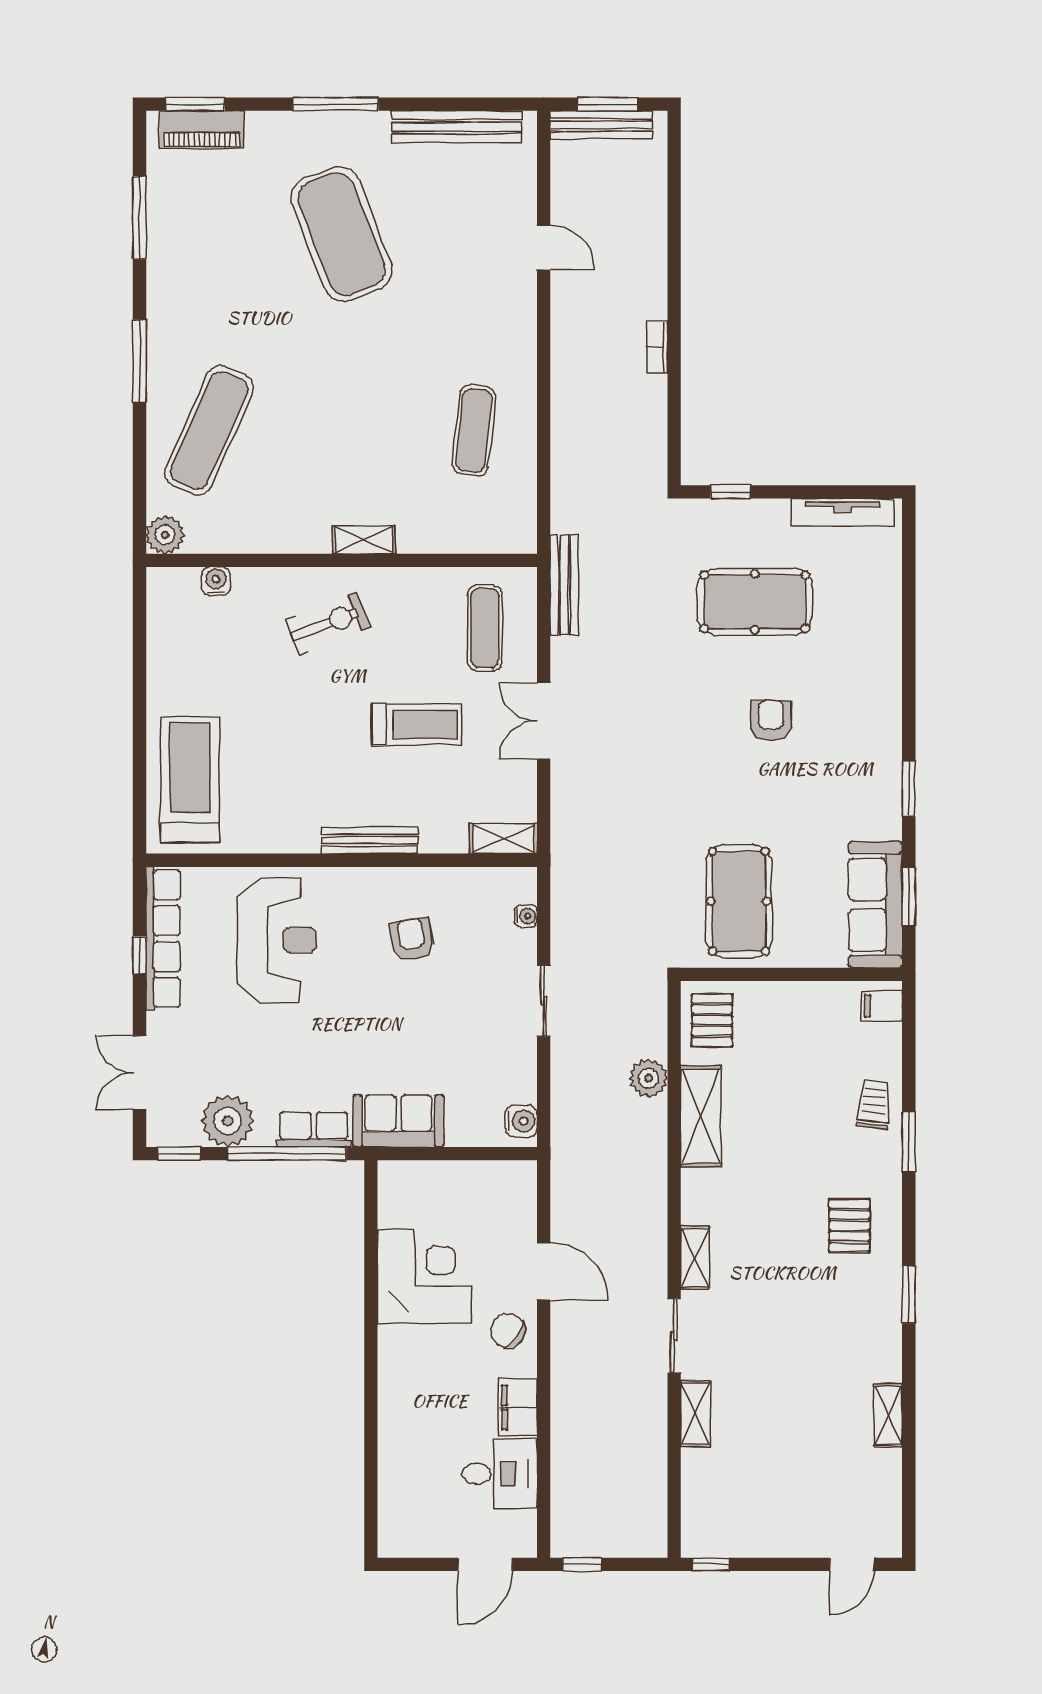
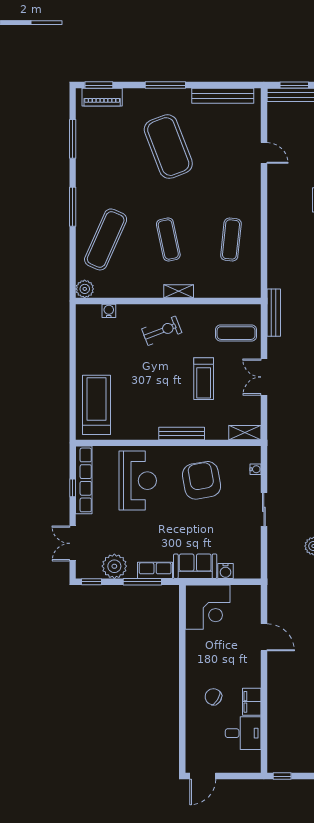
exercise mat: (342, 430) -> (168, 239), added
exercise mat: (485, 628) -> (236, 333), turned 90
treadmill: (416, 725) -> (204, 379), turned 90
armchair: (412, 939) -> (202, 480), width x1.88, depth x1.88
water cooler: (521, 1121) -> (225, 571), moved, turned 90
window: (287, 1154) -> (142, 582), width x0.68
corner desk: (425, 1276) -> (208, 607), moved, turned 90
chair: (508, 1331) -> (213, 697), moved
door: (485, 1564) -> (203, 776), moved

